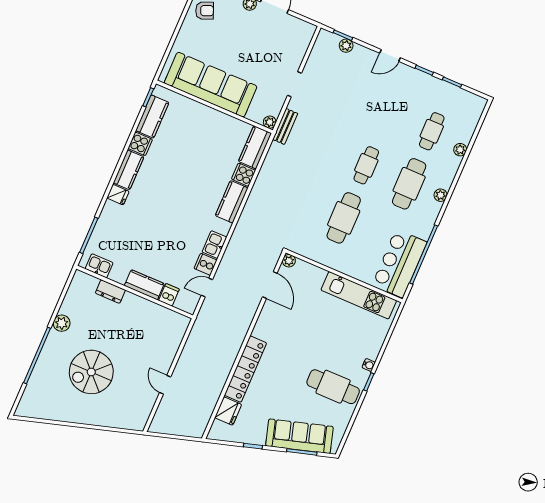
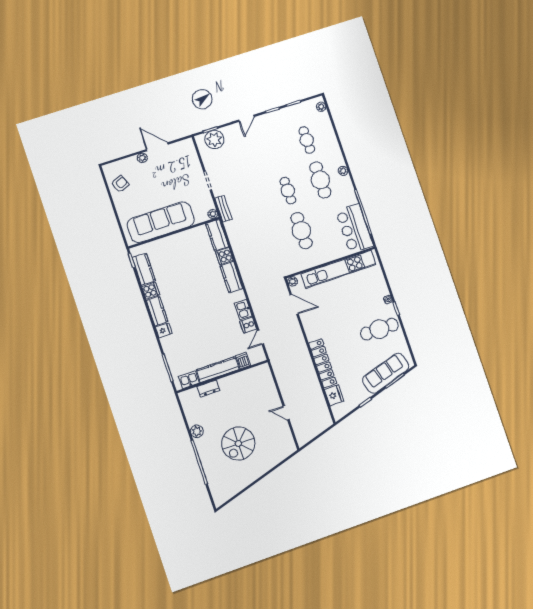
plant: (346, 46) -> (214, 140), width x1.88, depth x1.88
plant: (460, 150) -> (321, 107), moved
kitchen counter: (144, 285) -> (218, 370), width x1.50
kitchen unit: (359, 295) -> (339, 269), width x1.36

